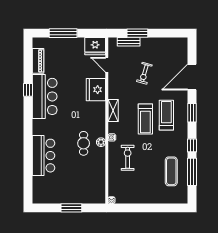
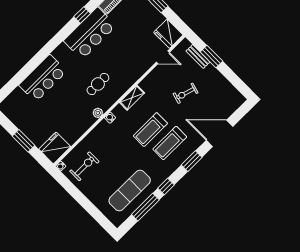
door: (107, 65) -> (163, 57), swing flipped
fridge: (96, 90) -> (55, 148), moved
treadmill: (166, 115) -> (170, 143), turned 180
cafe table: (84, 143) -> (98, 84), moved
exercise bike: (128, 158) -> (84, 166), moved
exercise mat: (171, 171) -> (130, 190), width x1.36, depth x1.45

